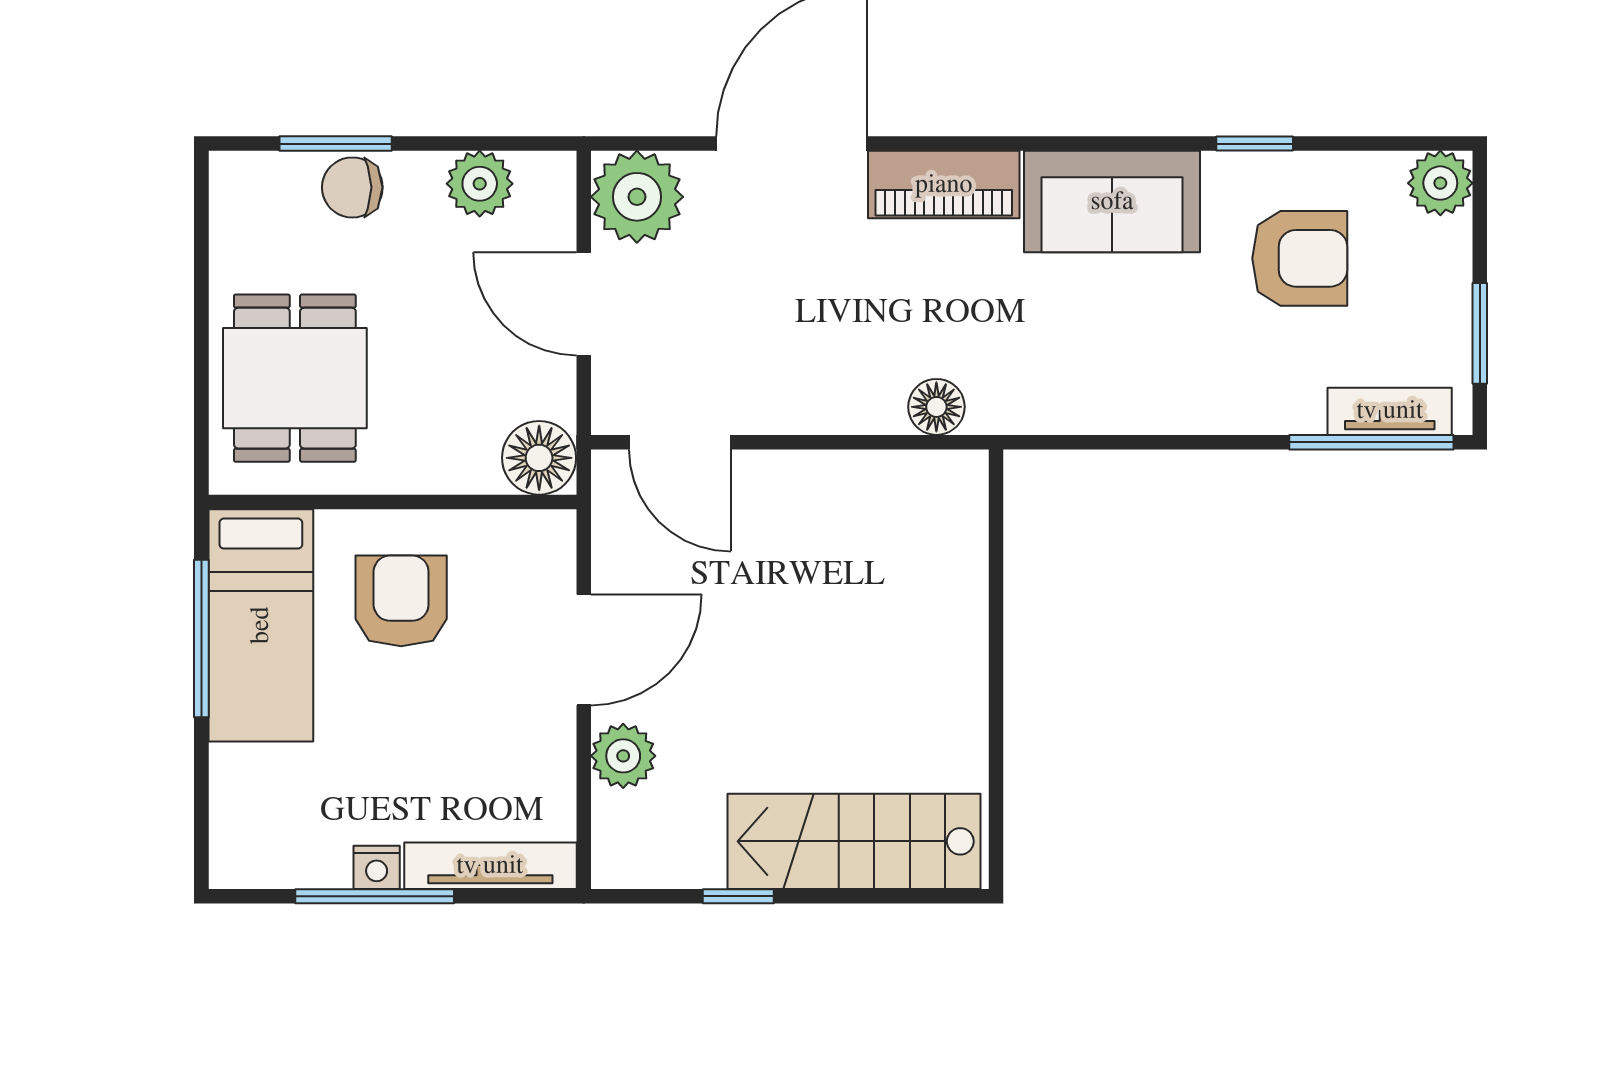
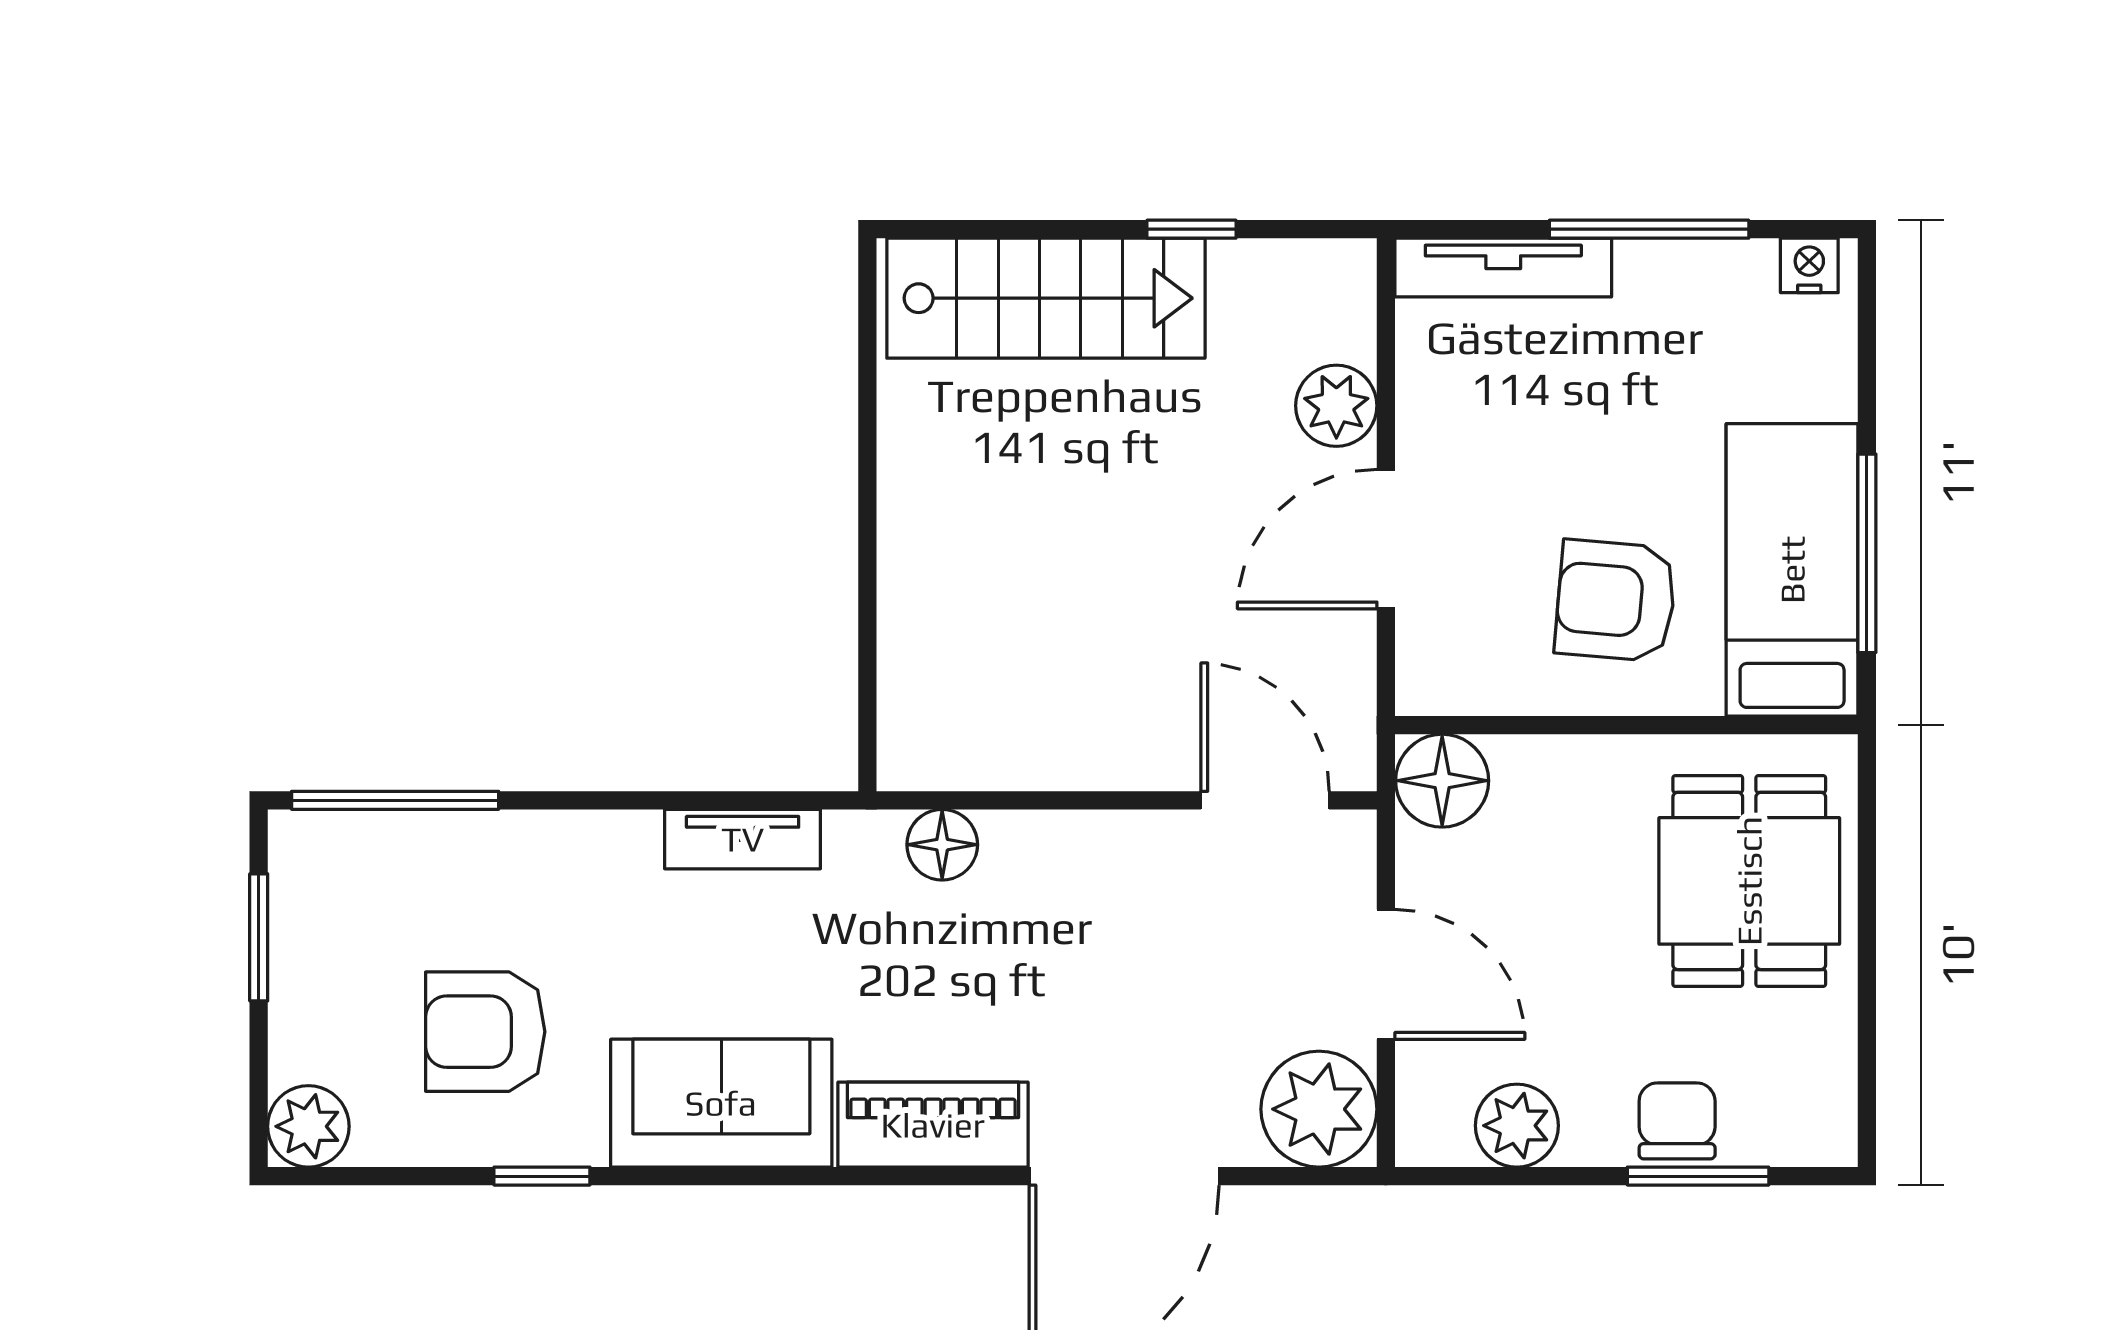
chair: (352, 187) -> (1677, 1121), turned -90
tv unit: (1390, 411) -> (743, 839), moved
armchair: (401, 601) -> (1616, 601), turned 95
nightstand: (377, 867) -> (1809, 265), moved

